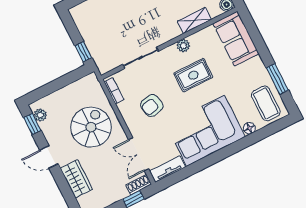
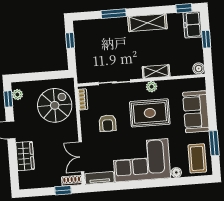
shelving: (194, 20) -> (156, 71), moved
sofa: (236, 39) -> (196, 112), moved
window: (83, 52) -> (70, 40), moved
rug: (193, 75) -> (150, 113), width x1.36, depth x1.43
armchair: (152, 106) -> (108, 123), turned -78
spiral stairs: (91, 127) -> (55, 105), moved

